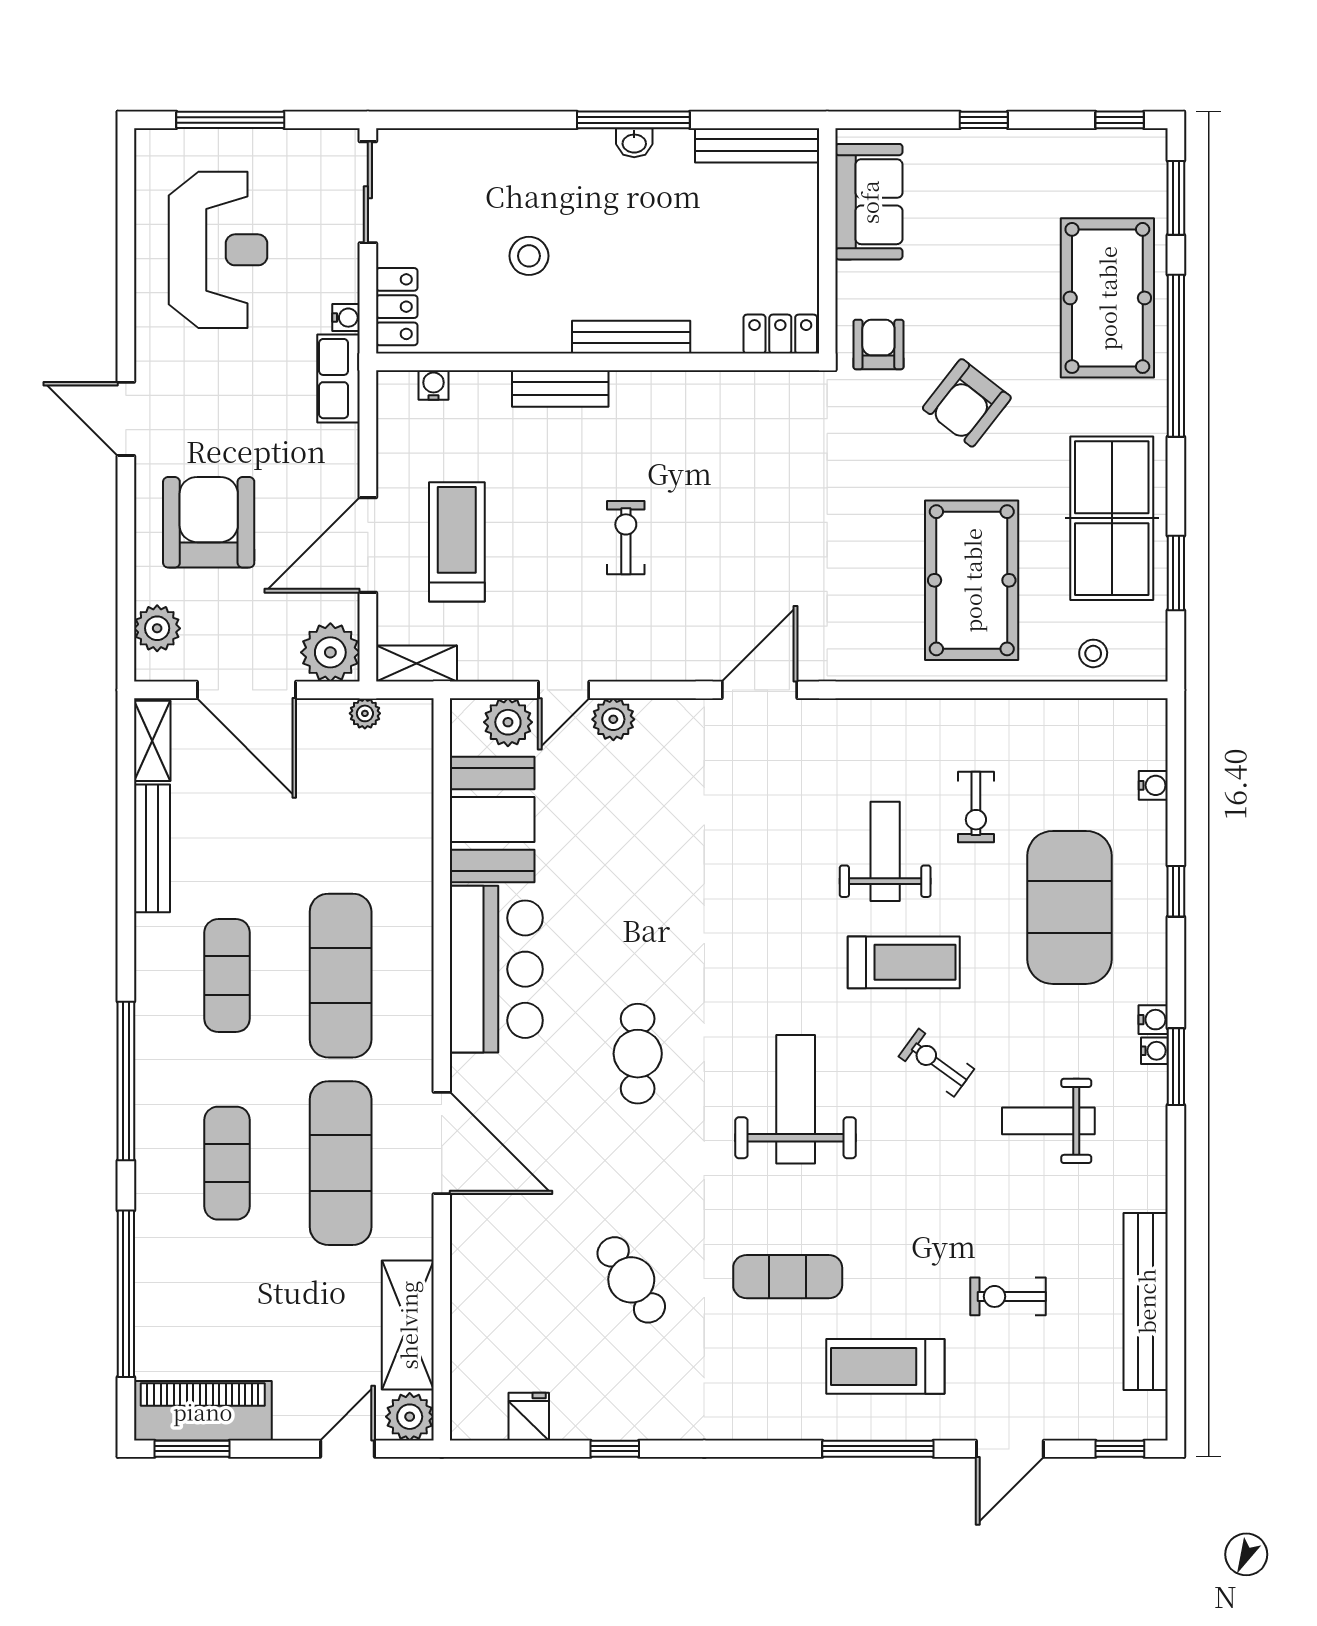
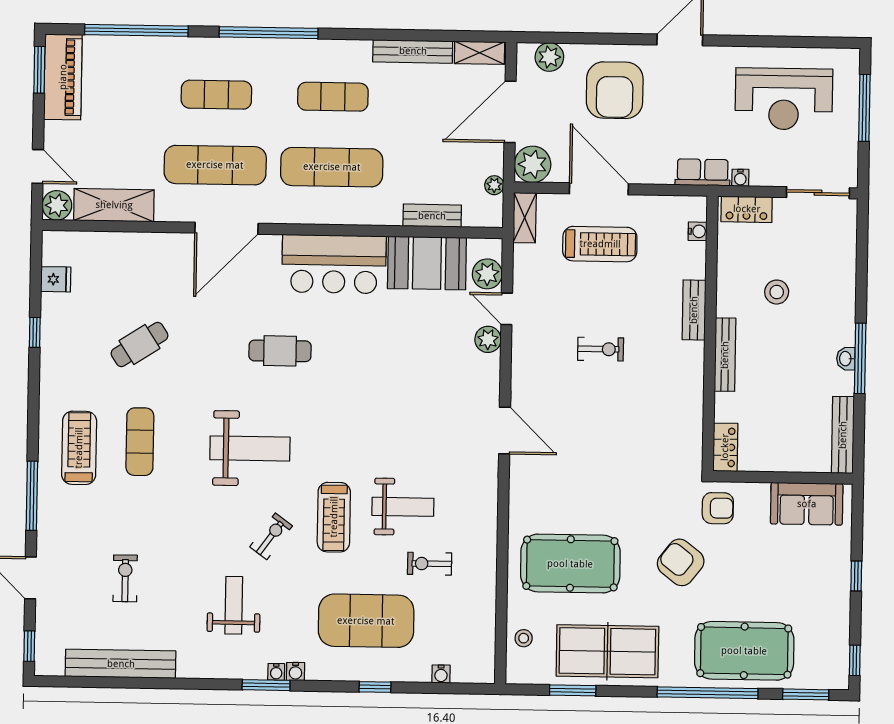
armchair: (209, 522) -> (615, 90), turned 90
bench: (416, 812) -> (432, 216), added
treadmill: (885, 1366) -> (79, 448), moved

